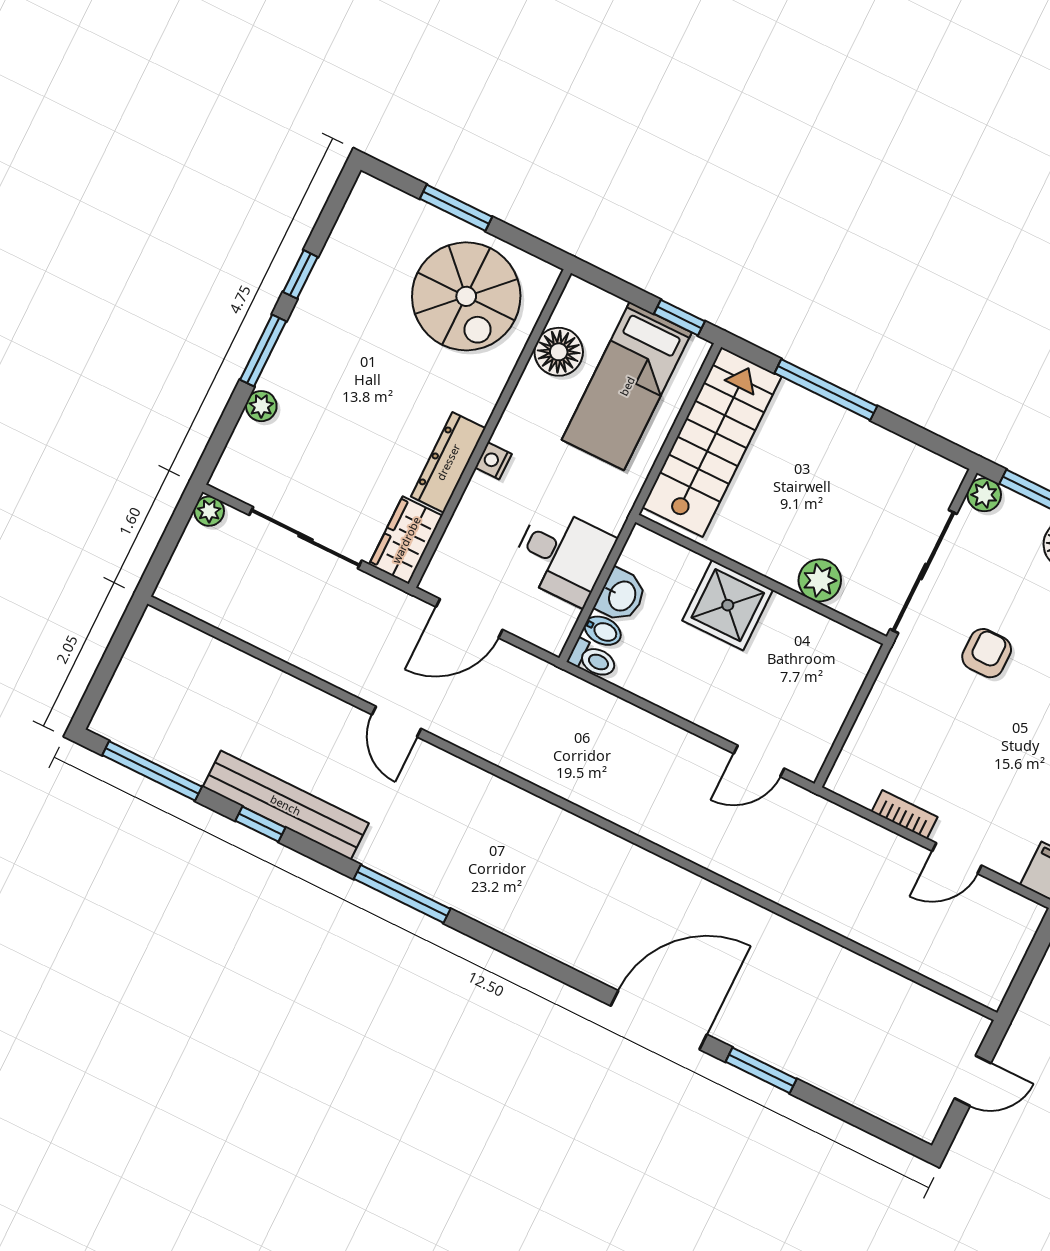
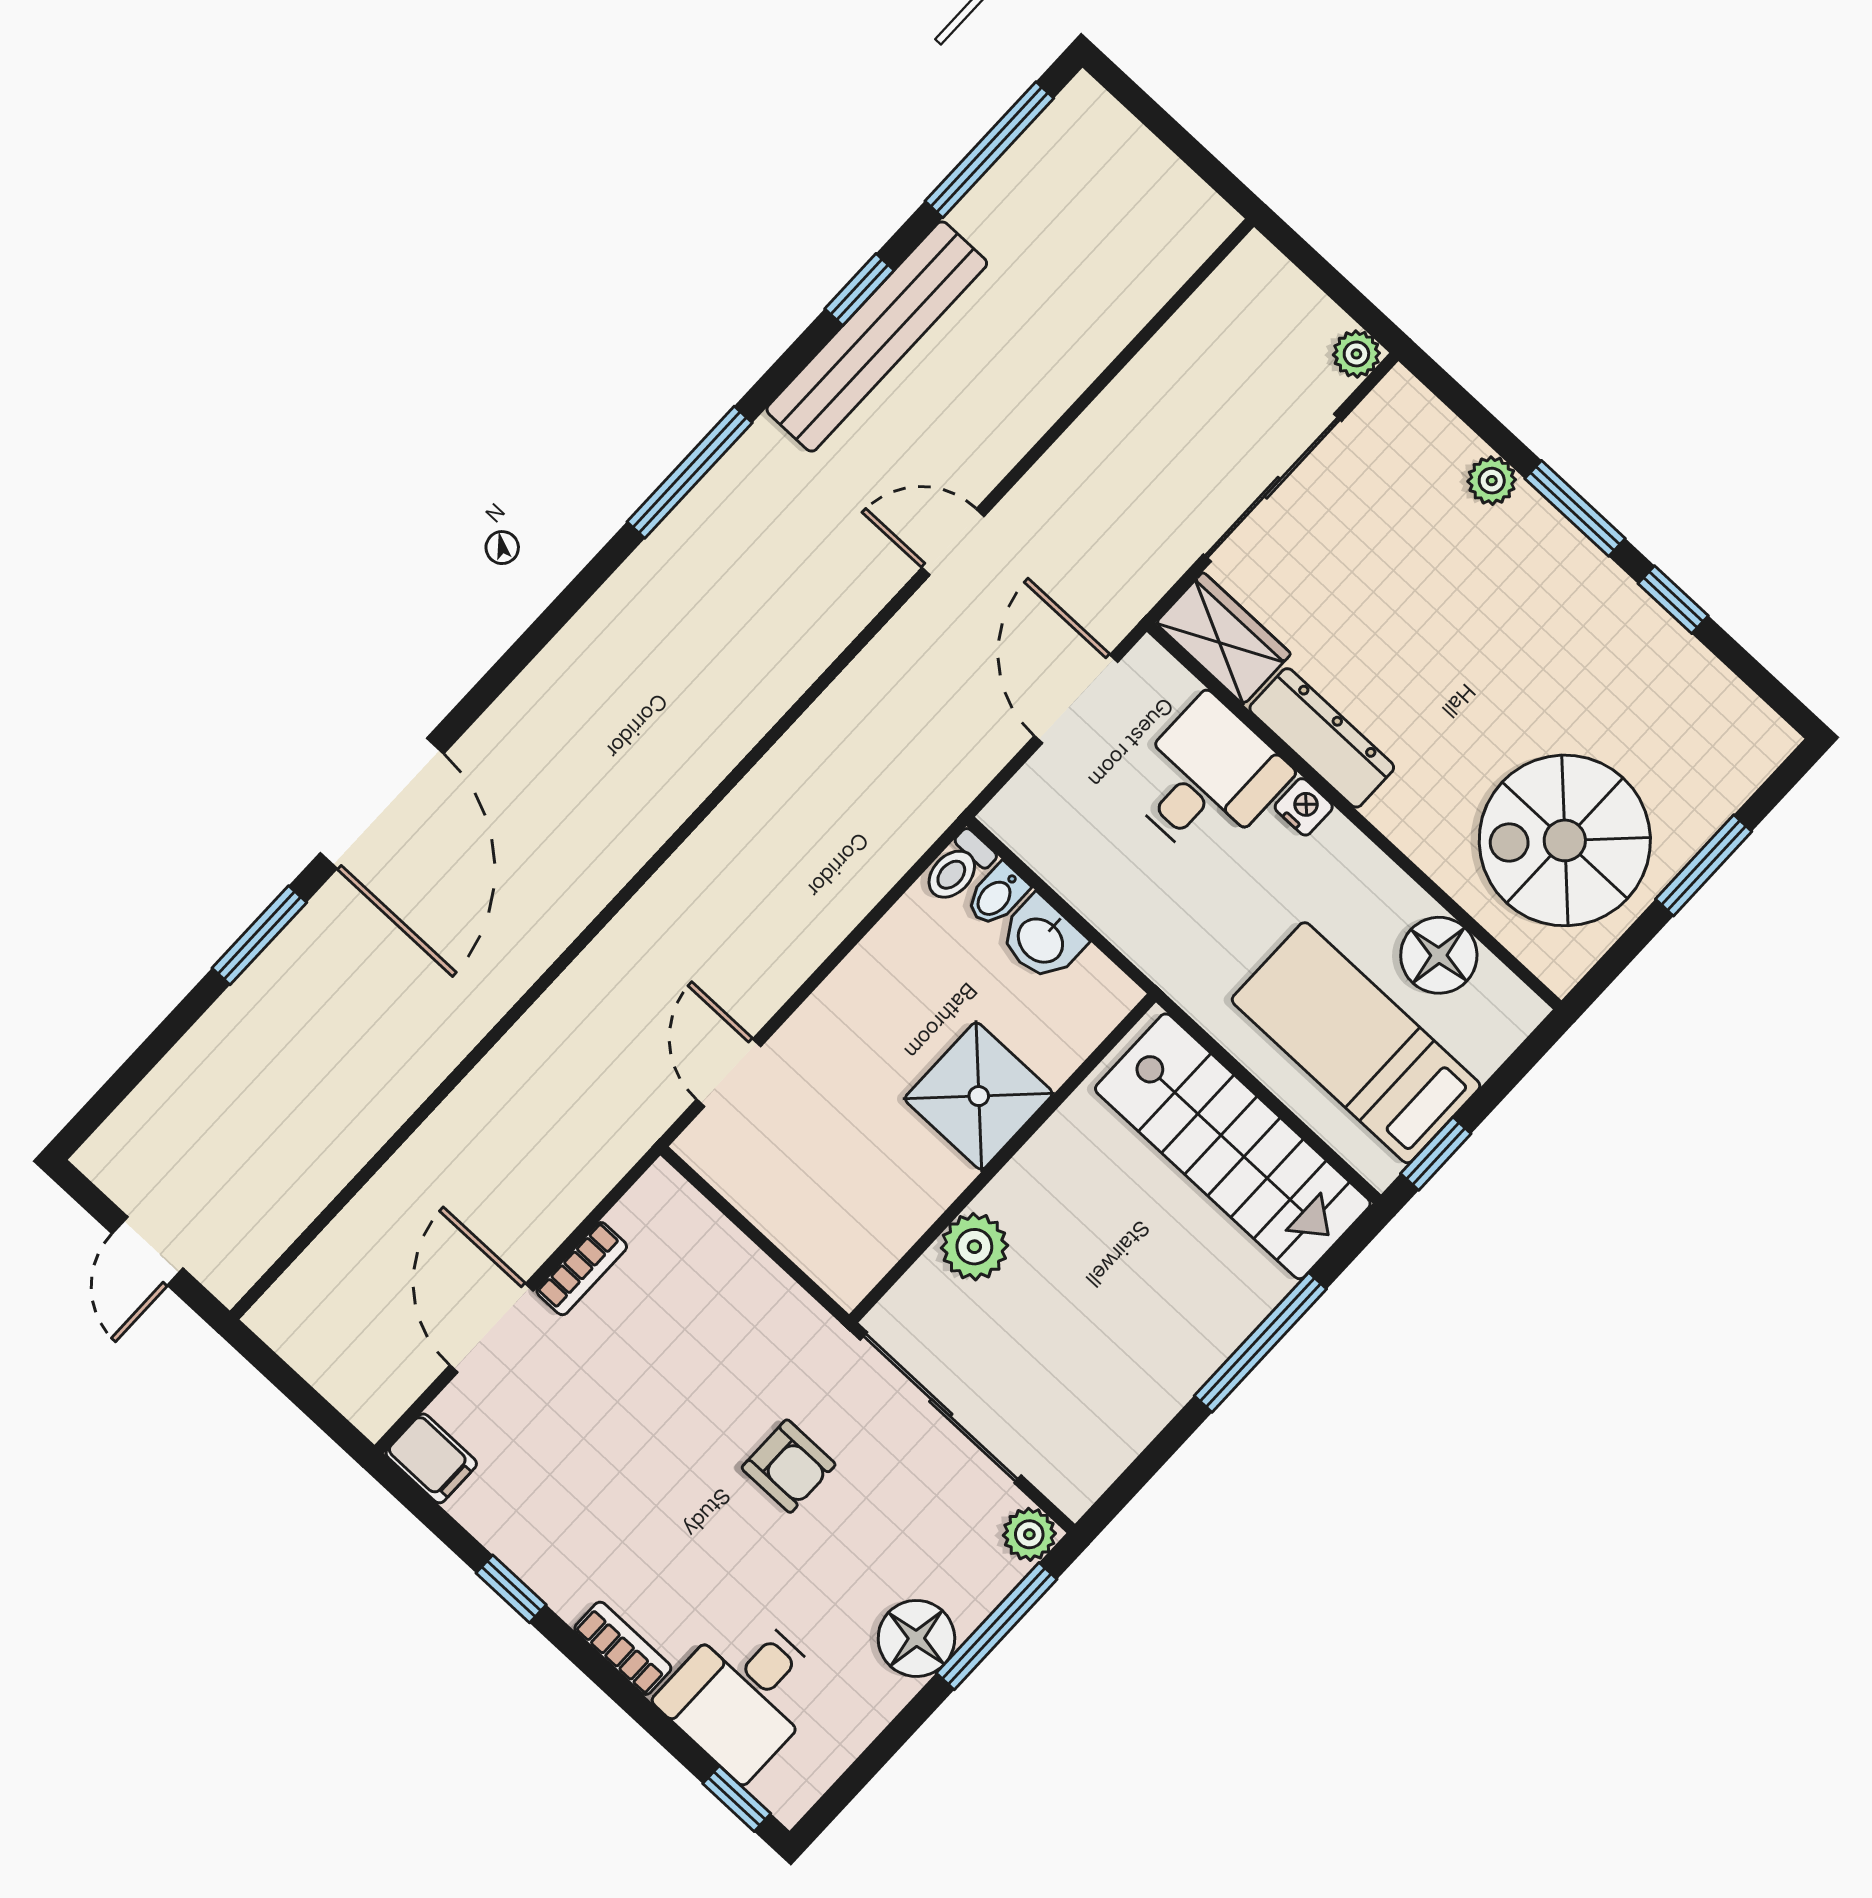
desk: (562, 555) -> (1206, 779), moved, turned 180
door: (957, 858) -> (492, 1328), width x1.38

